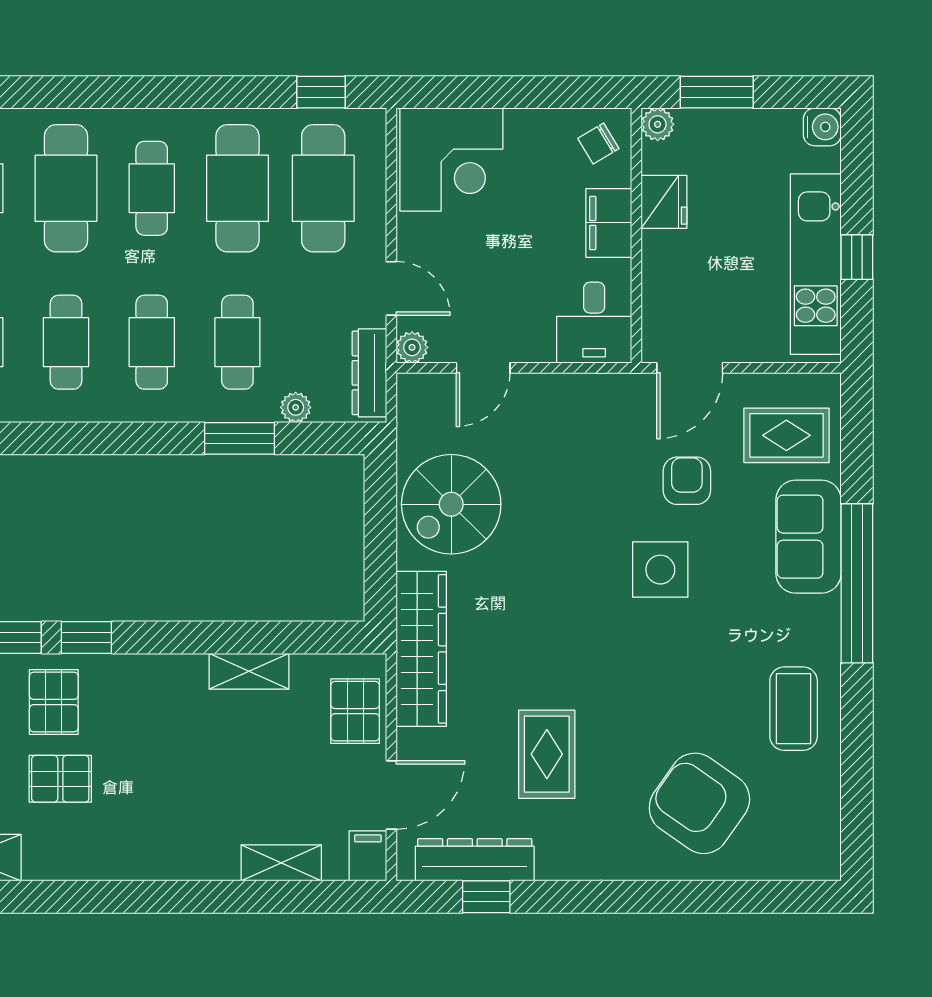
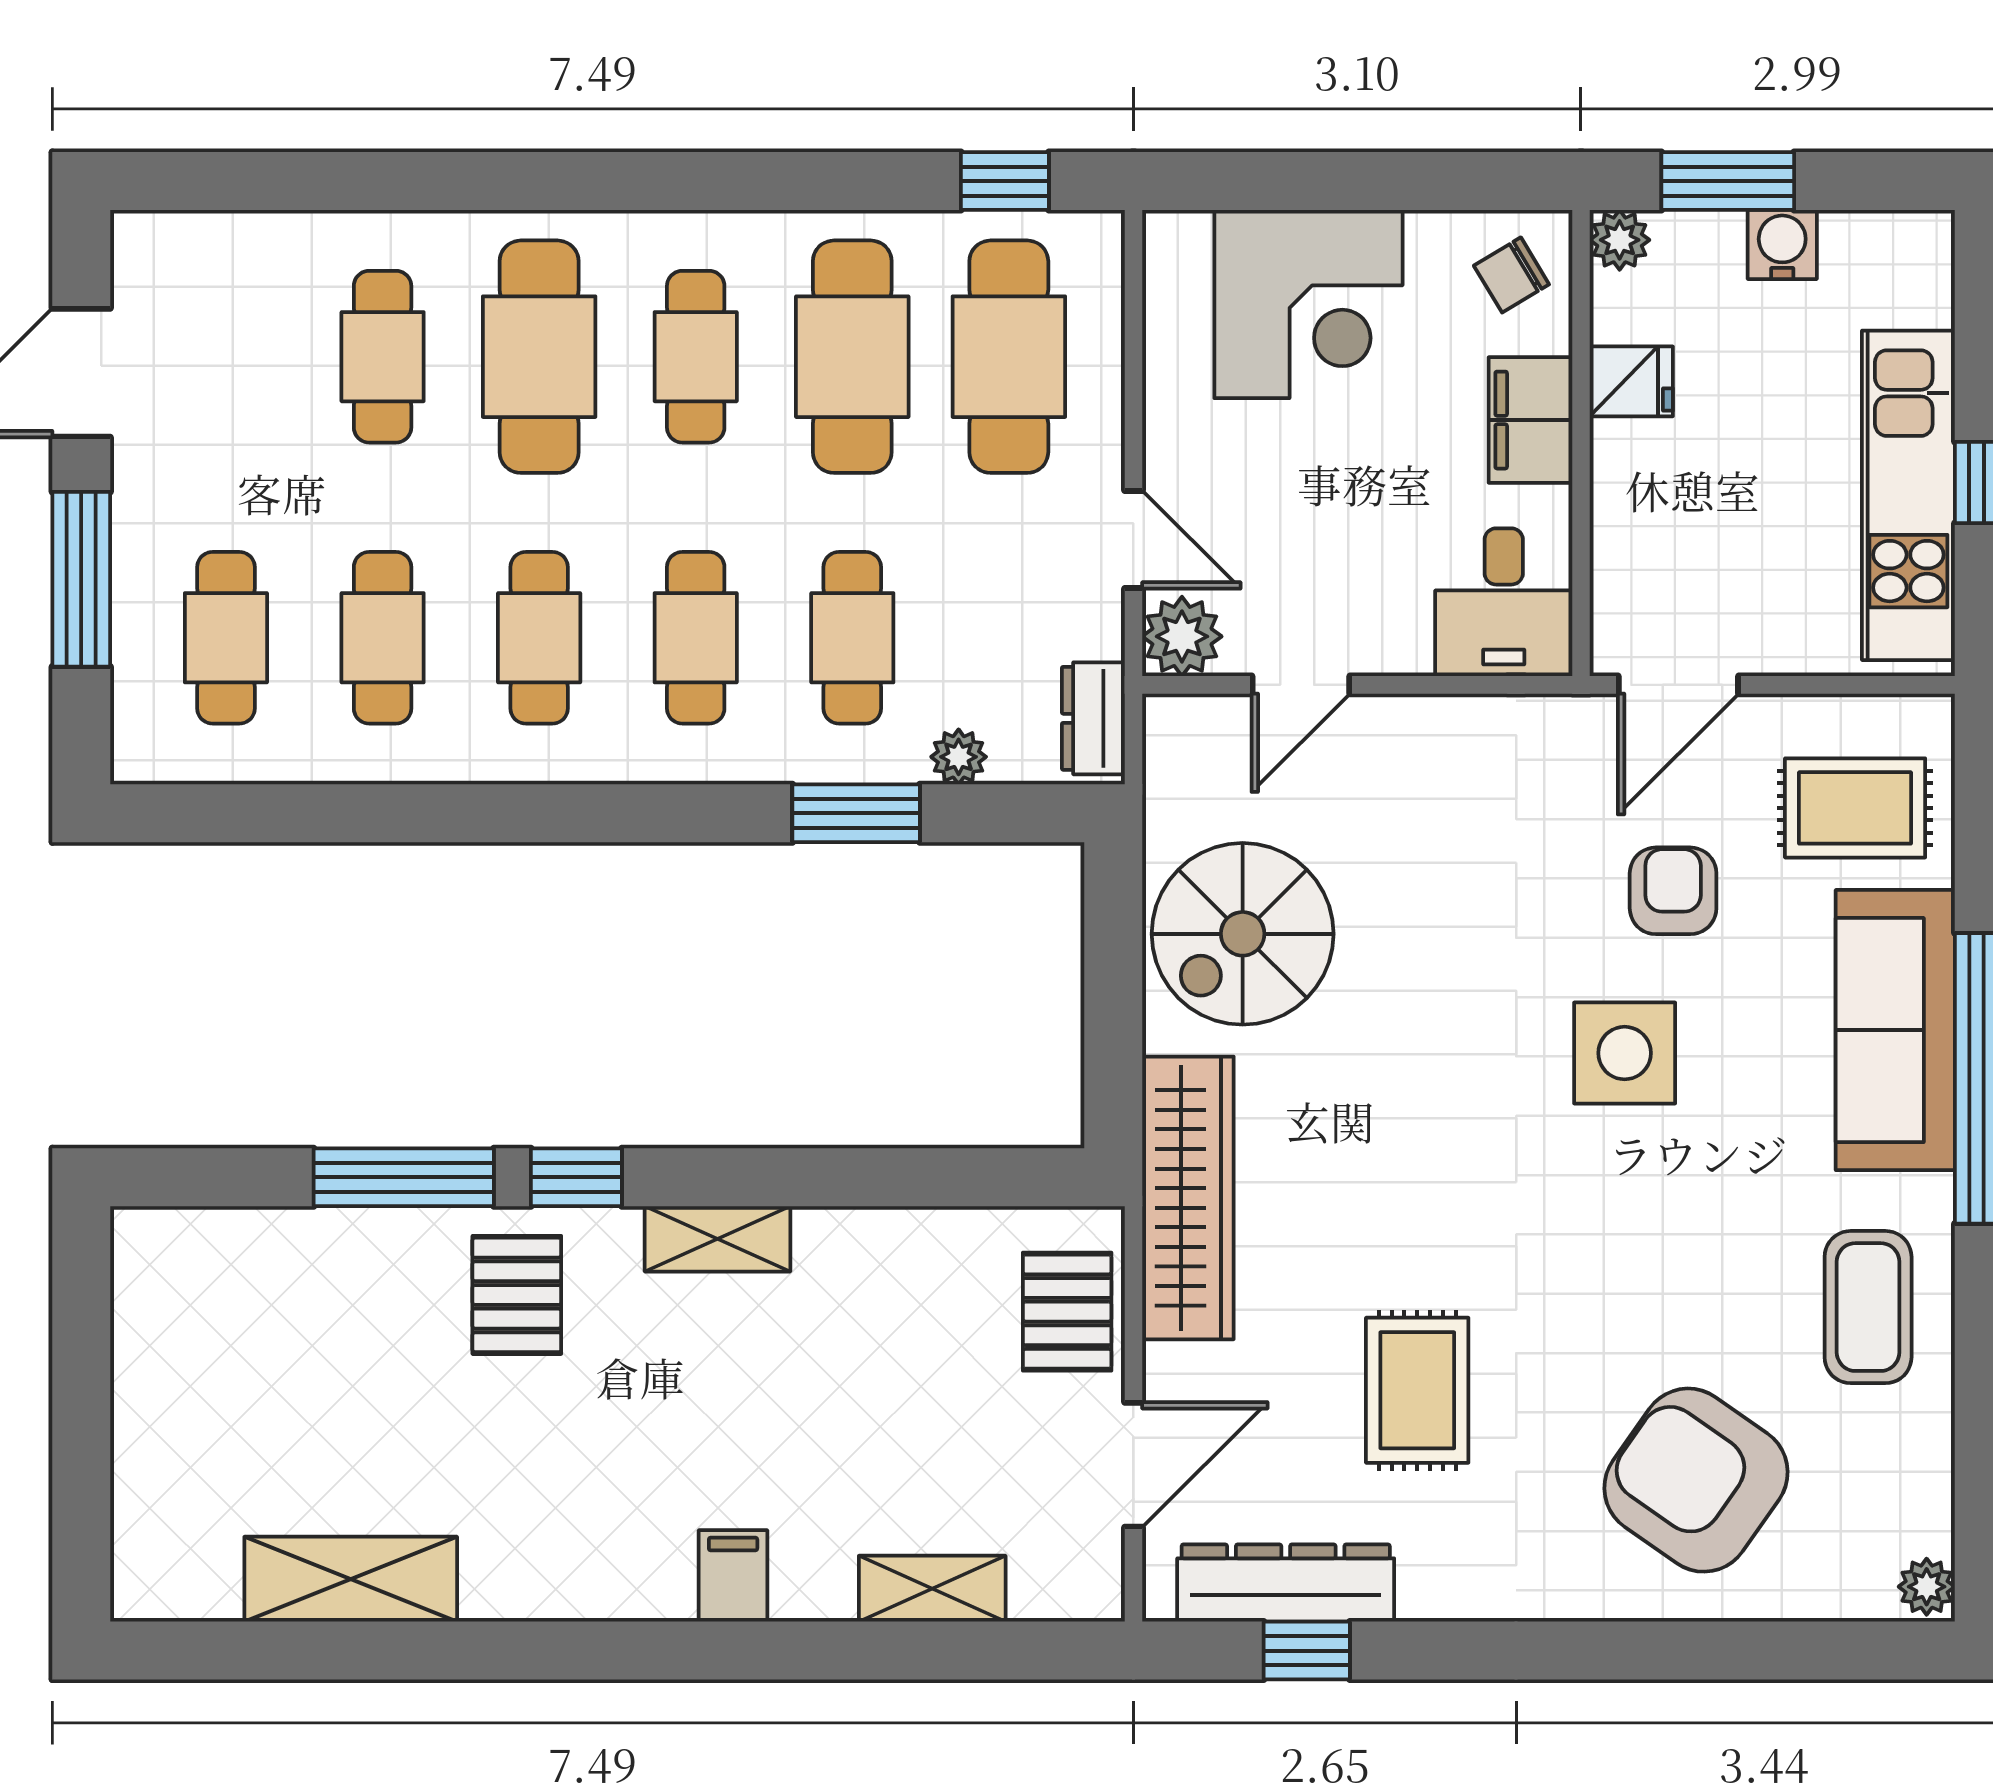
water cooler: (822, 127) -> (1782, 245), moved, turned -90
corner desk: (451, 159) -> (1308, 304), moved
fridge: (664, 202) -> (1631, 381), width x0.72
plant: (412, 347) -> (1182, 636), width x1.38, depth x1.38
dresser: (369, 373) -> (1093, 718), width x0.70
sofa: (809, 537) -> (1895, 1030), width x1.36
shelving: (249, 671) -> (717, 1239), moved
pallet: (60, 779) -> (529, 1435), removed
filing cabinet: (368, 856) -> (733, 1576), moved
plant: (826, 862) -> (1927, 1587), added

